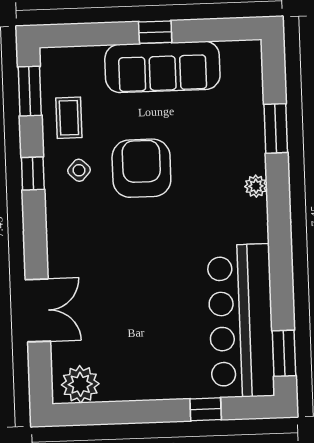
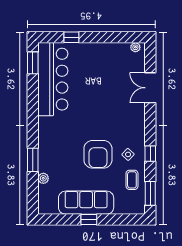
window: (276, 128) -> (33, 160), moved
plant: (256, 186) -> (43, 178), moved
plant: (80, 384) -> (135, 47), width x0.53, depth x0.53

